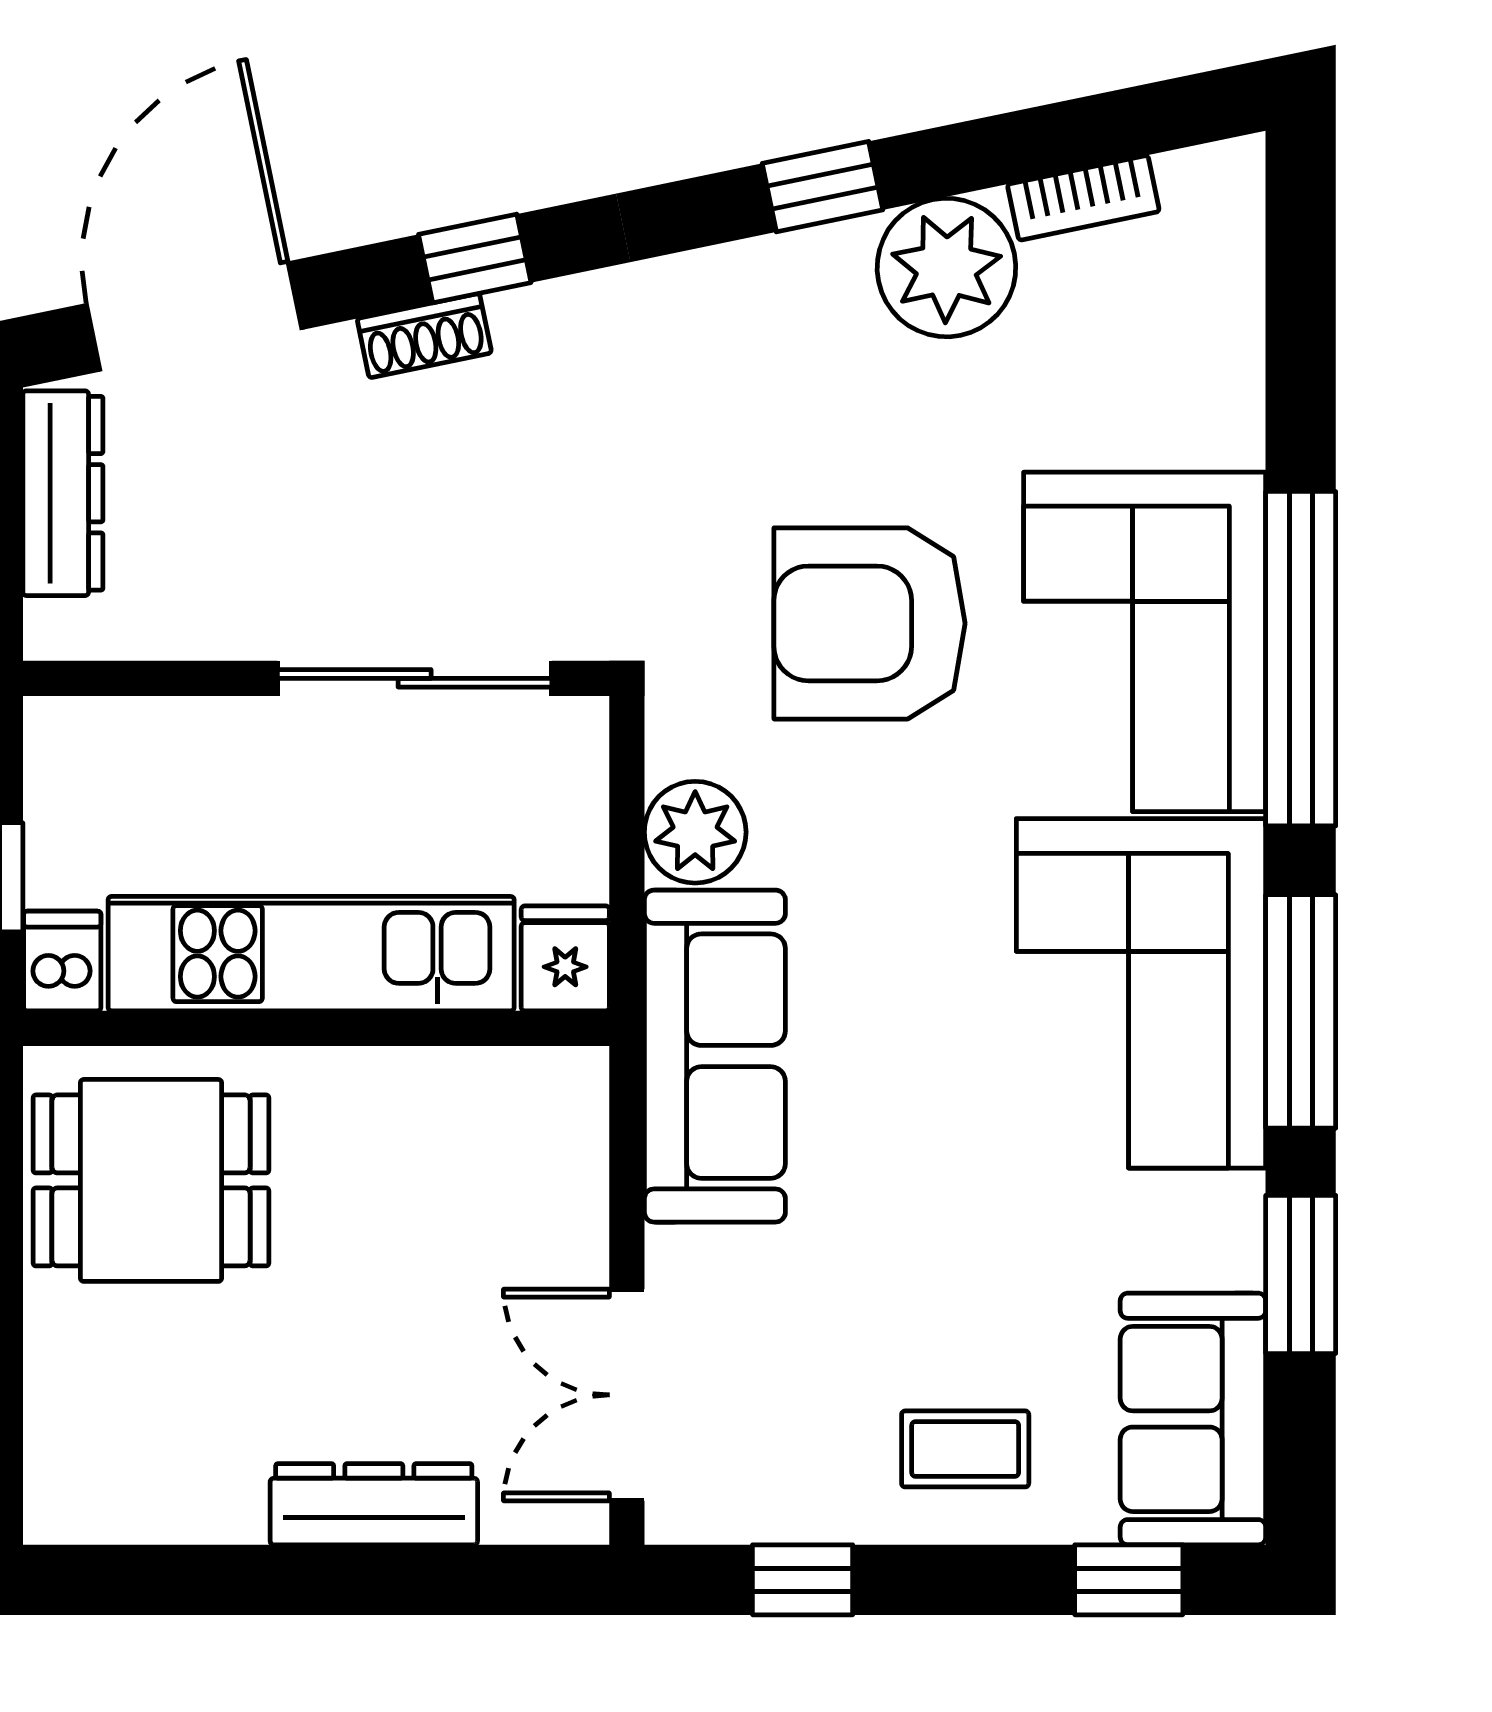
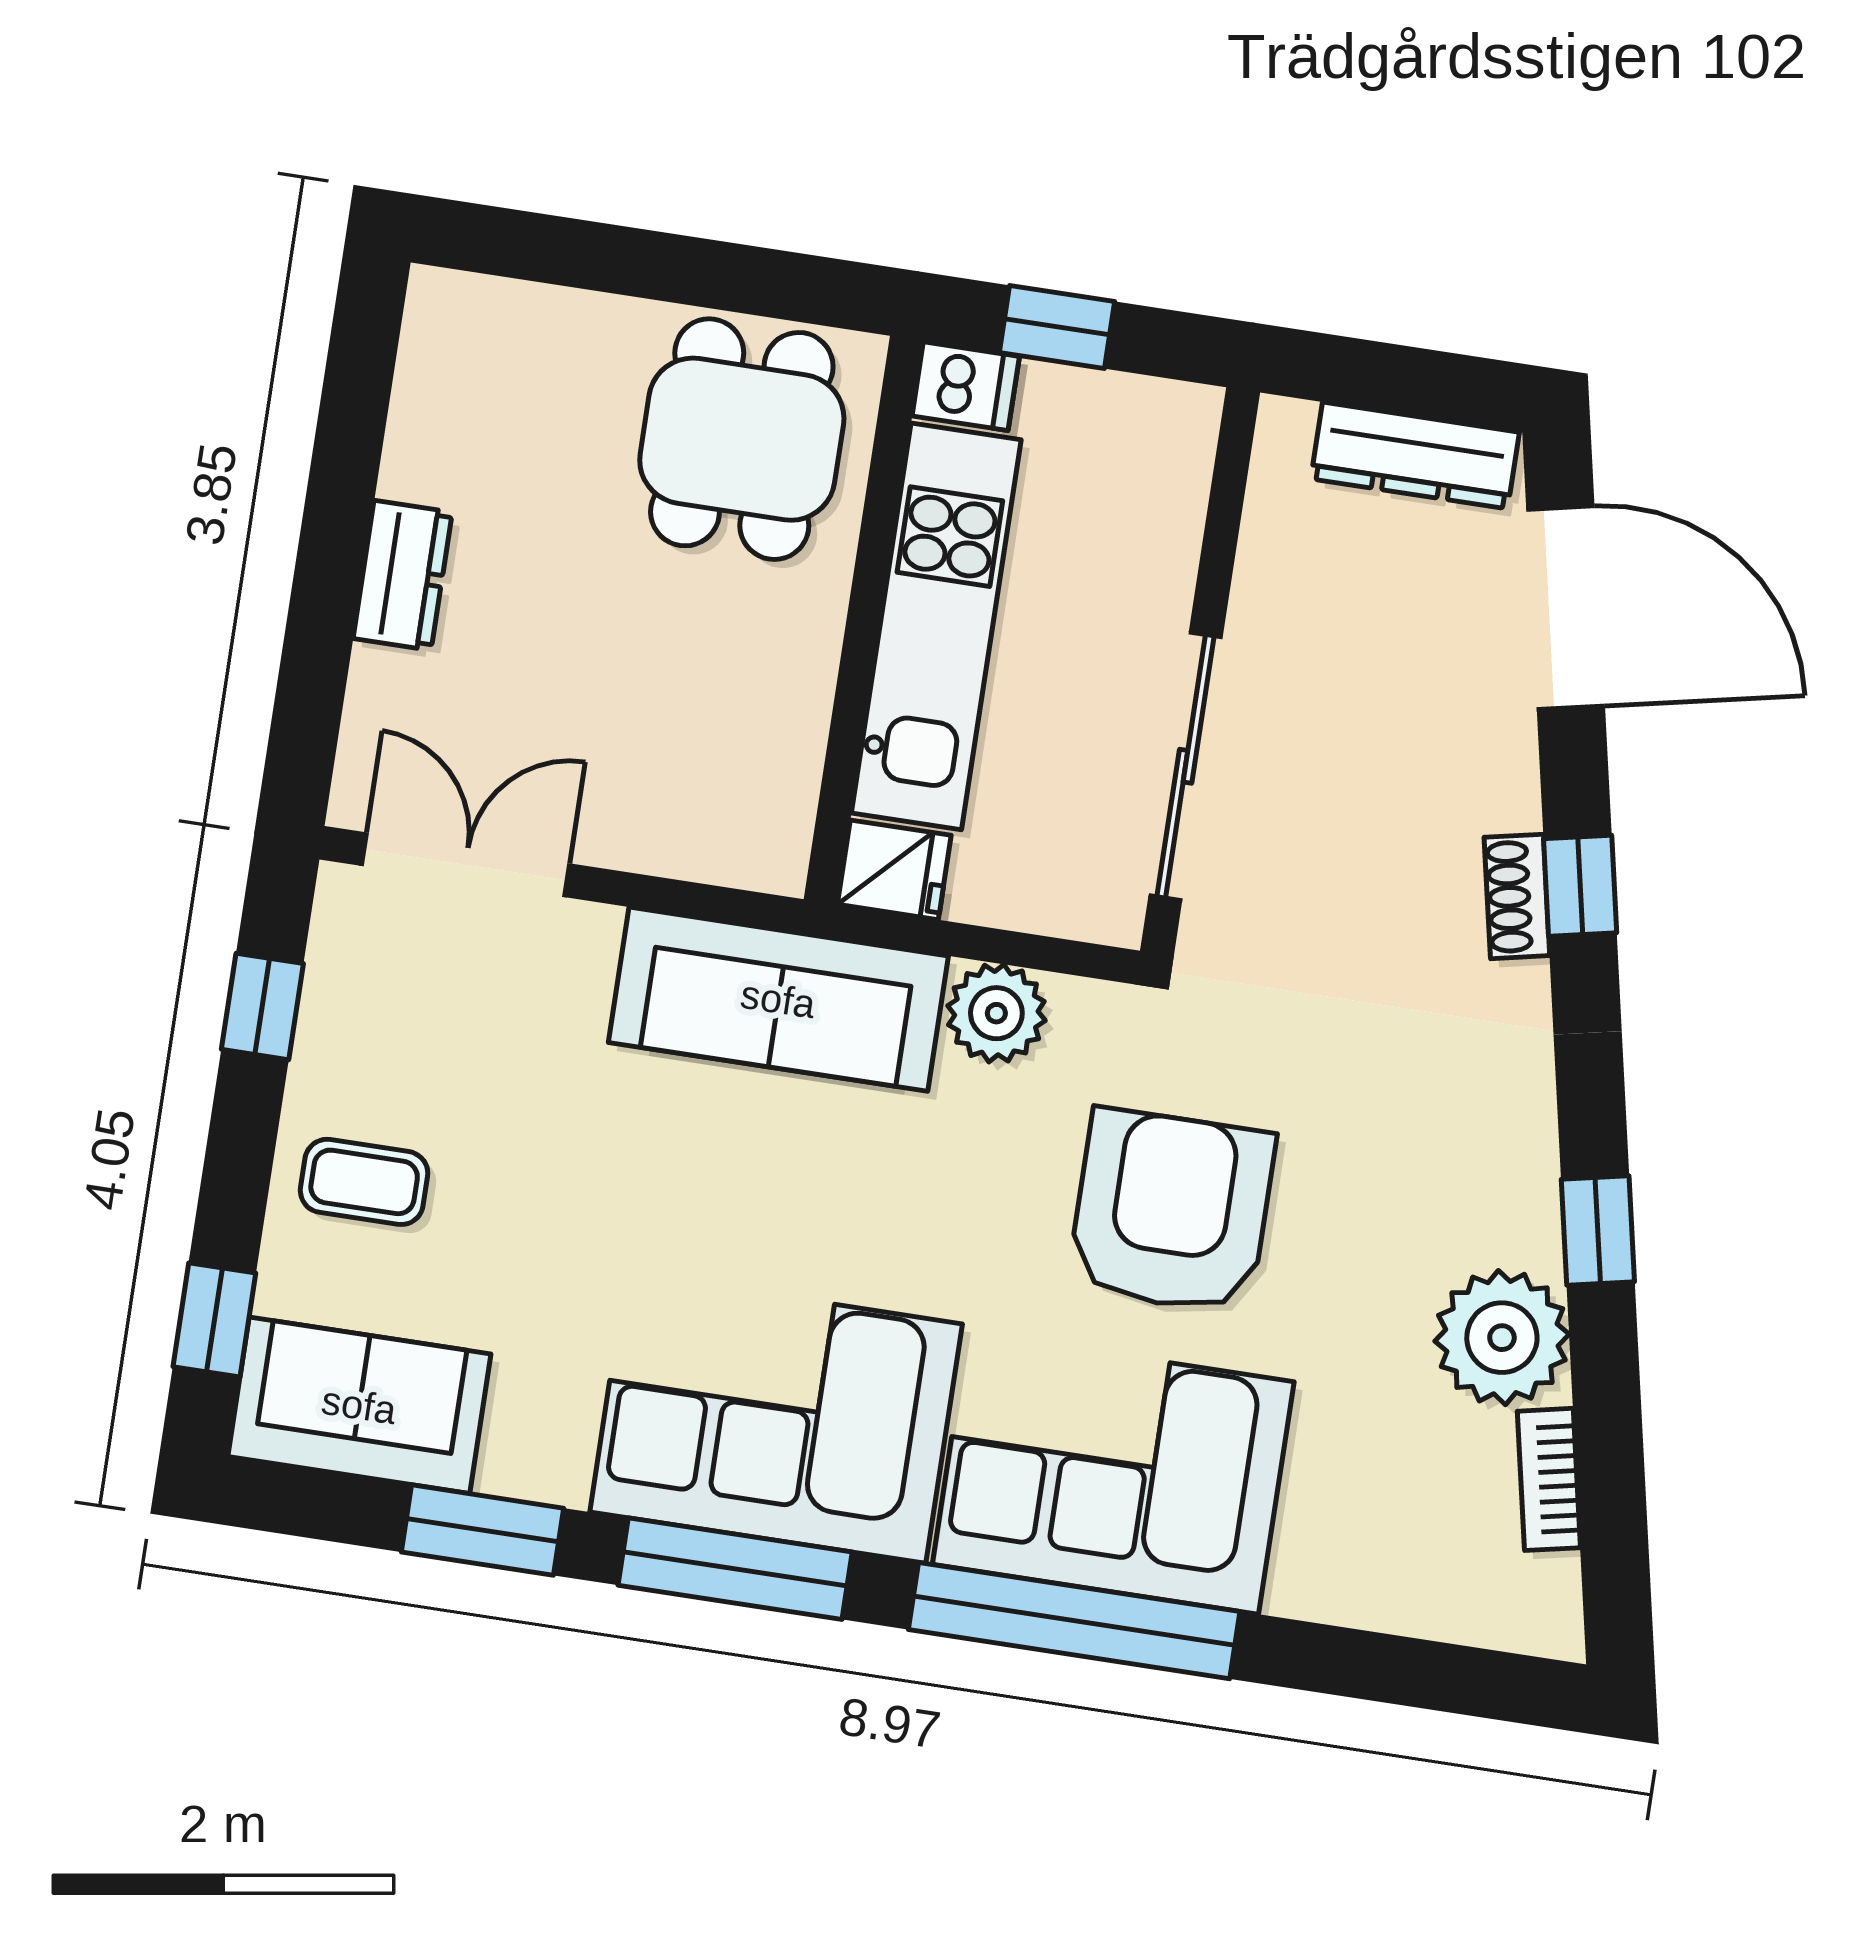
shoe rack: (424, 336) -> (1517, 896), moved
coffee table: (965, 1449) -> (364, 1182), turned 90
dresser: (374, 1504) -> (403, 575), width x0.70

